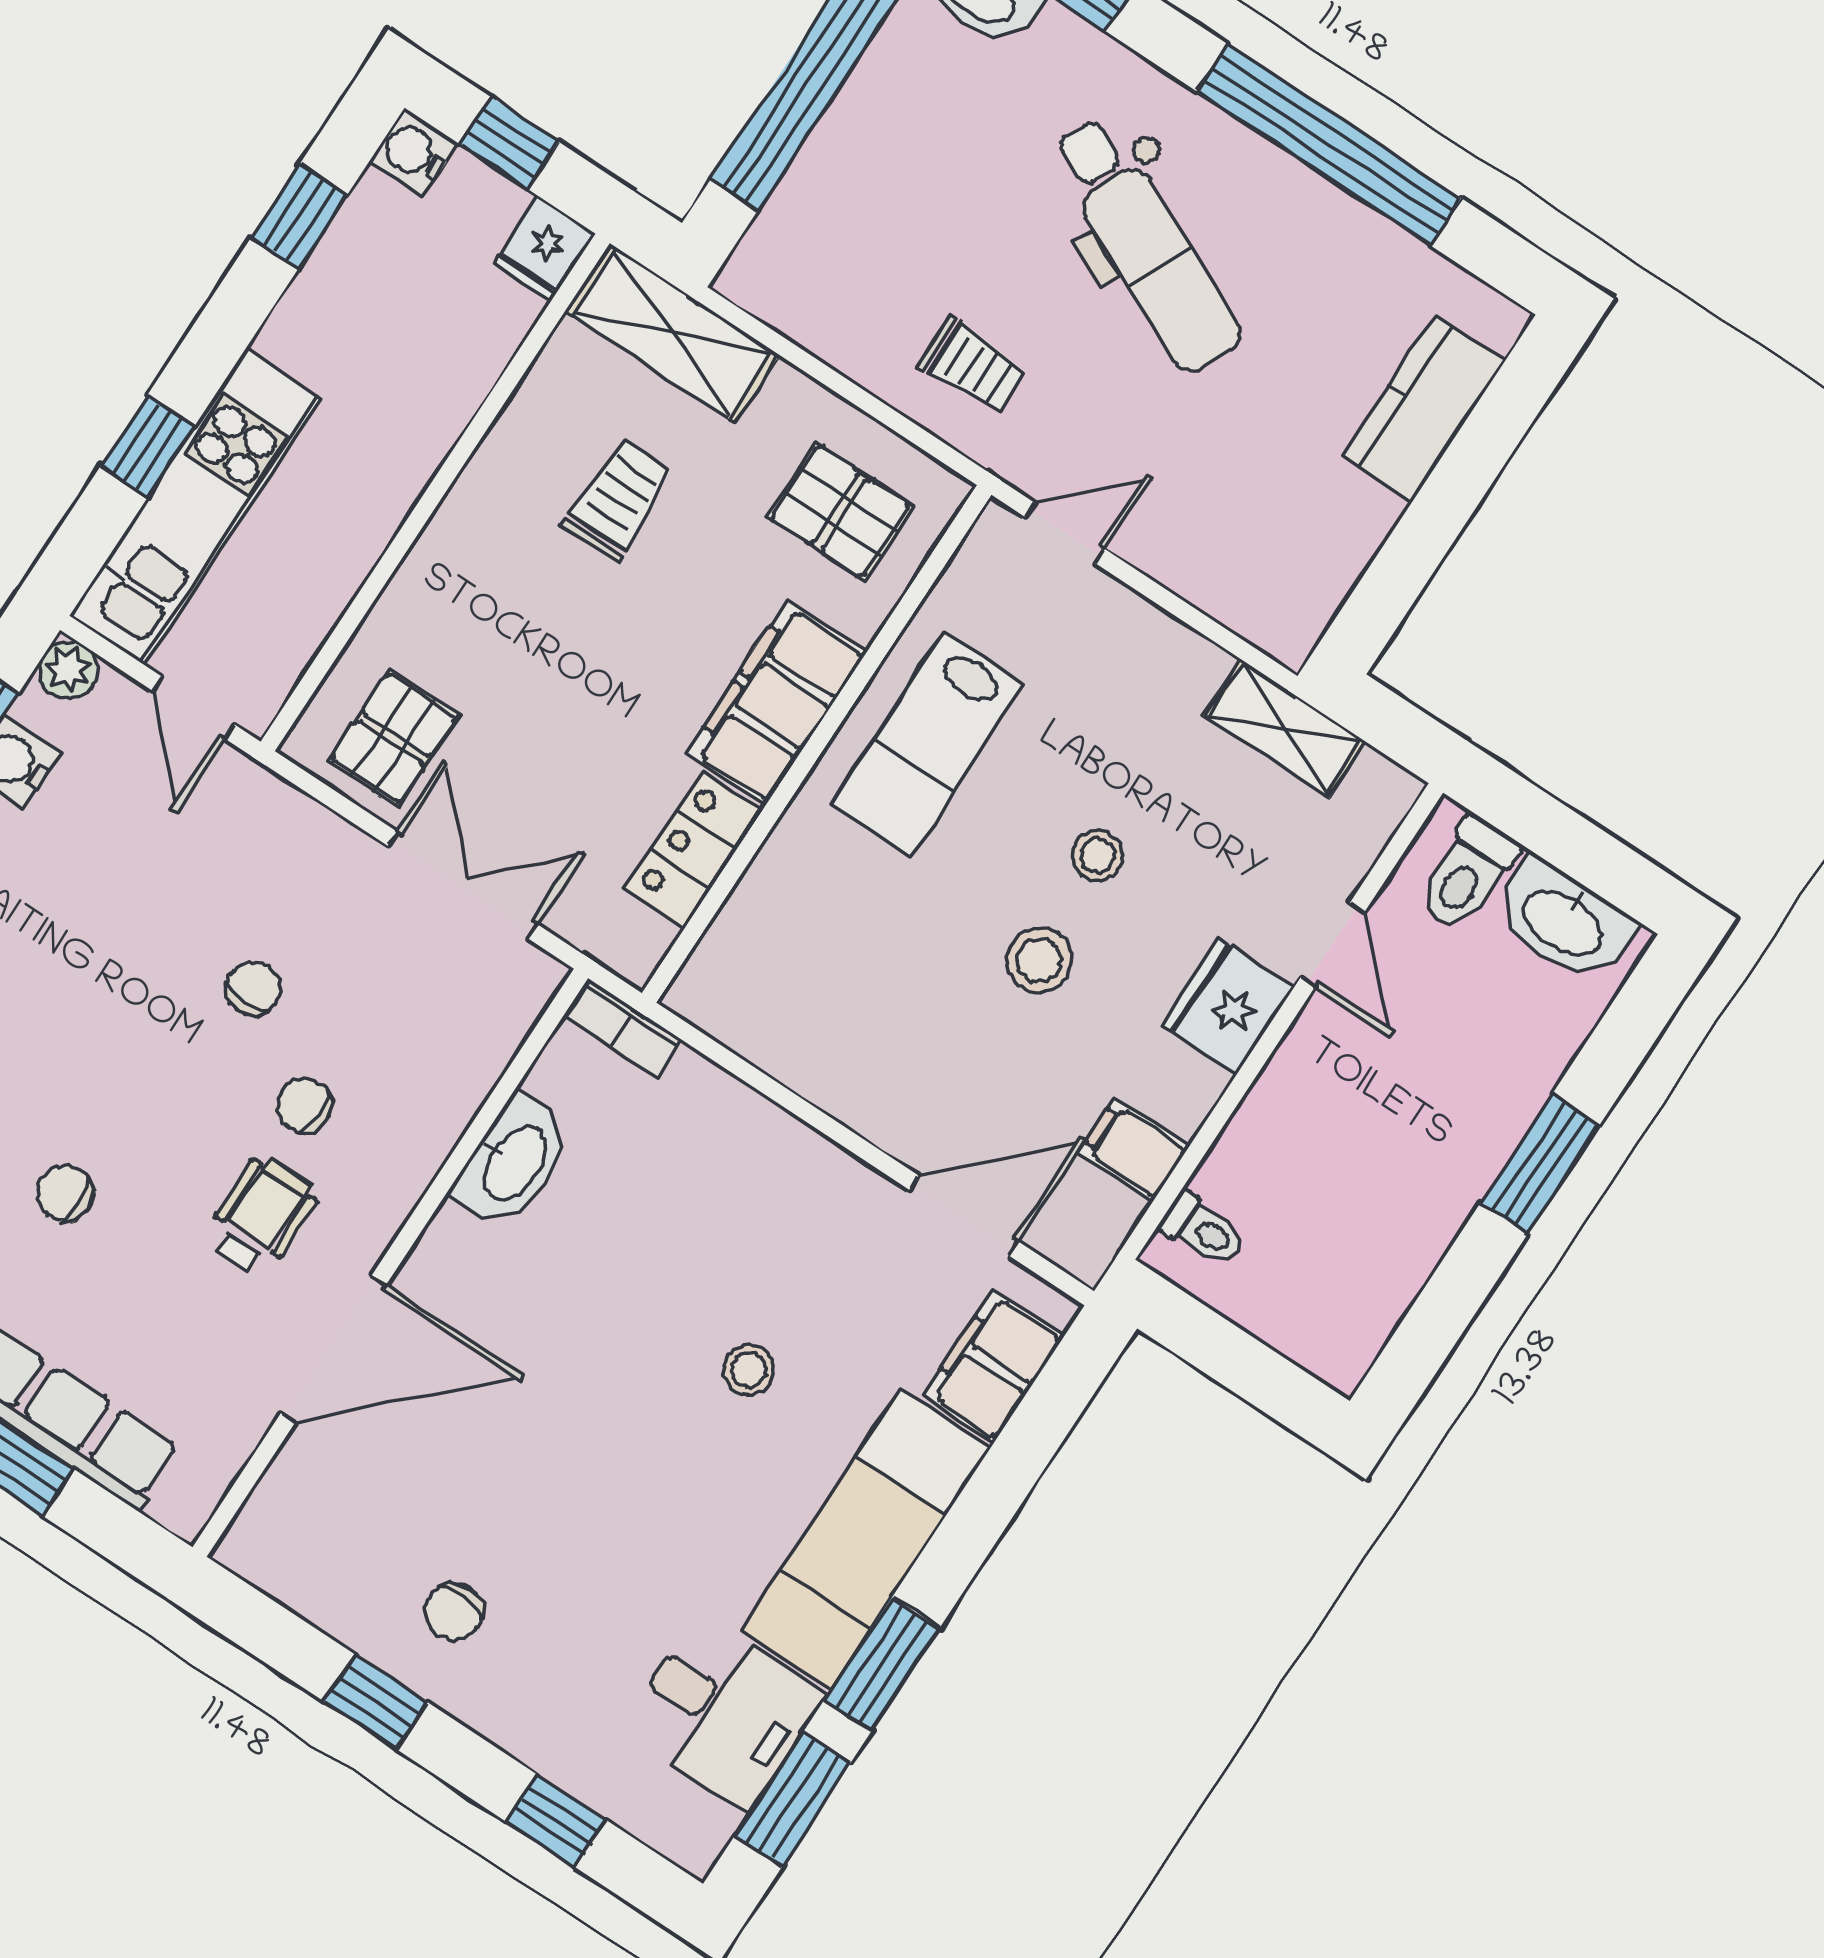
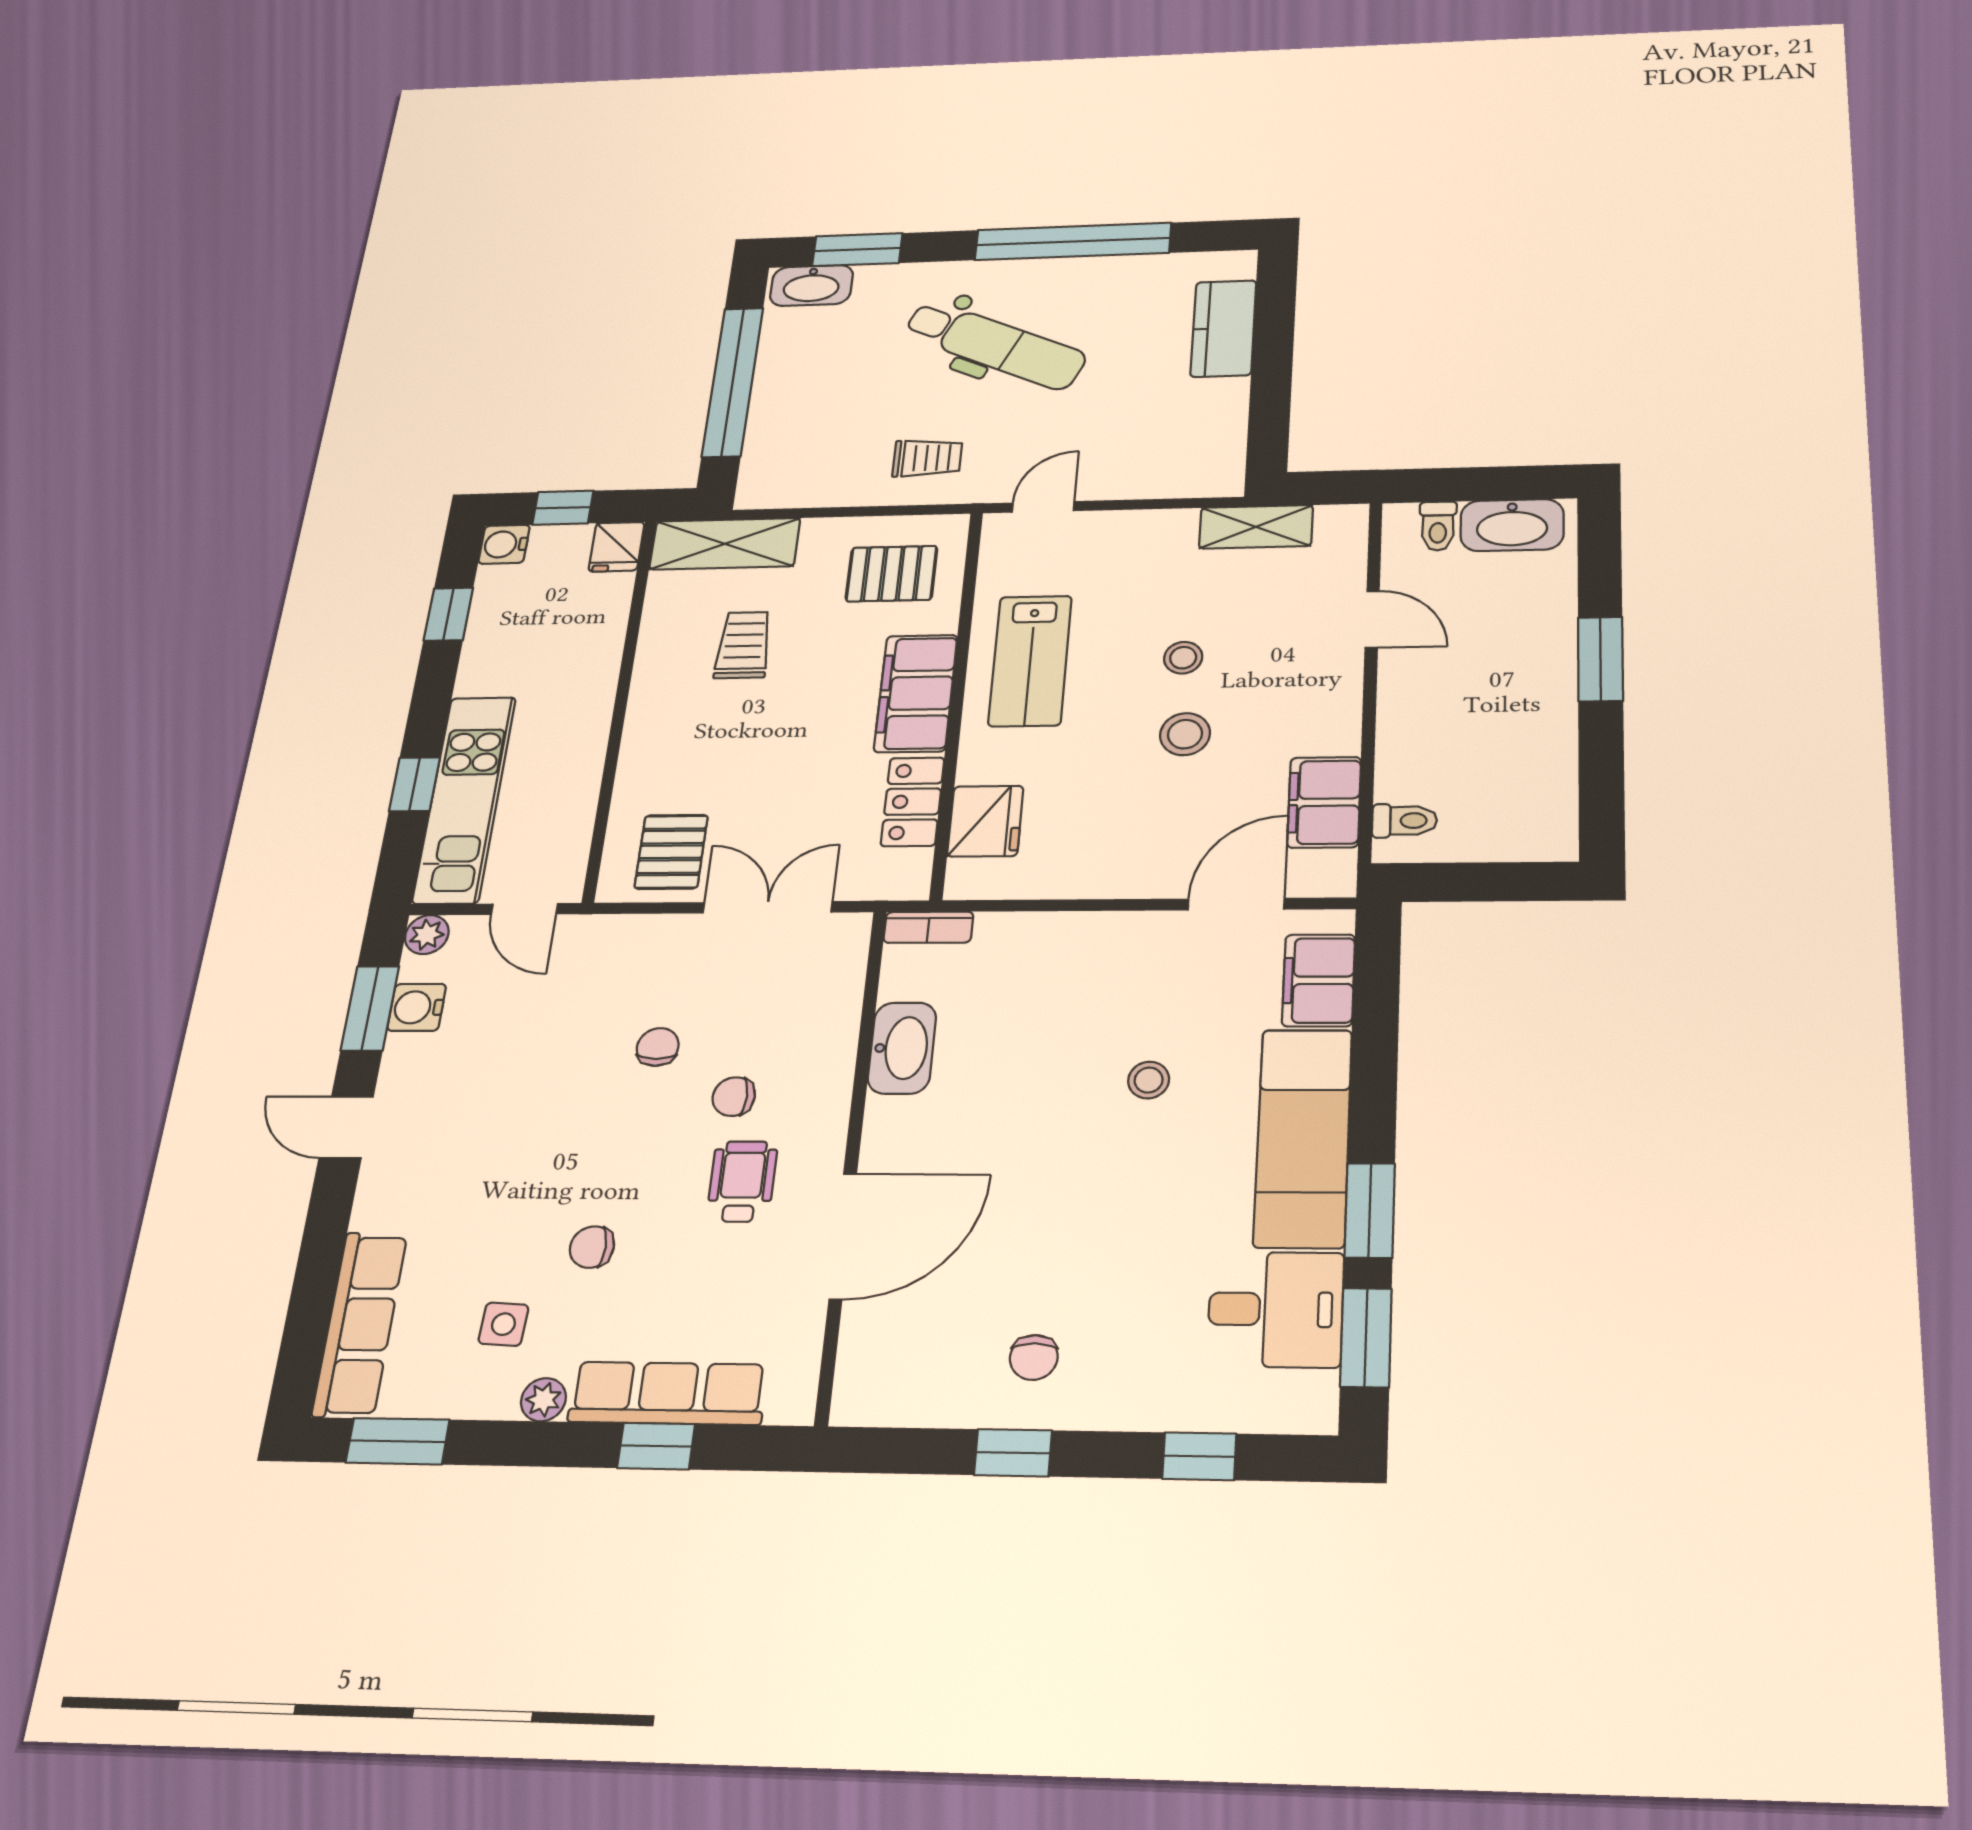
toilet: (1467, 874) -> (1438, 526), width x0.73, depth x0.72
fridge: (1227, 1006) -> (985, 821), moved, turned 180
filing cabinet: (1134, 1150) -> (1324, 802), width x2.00

